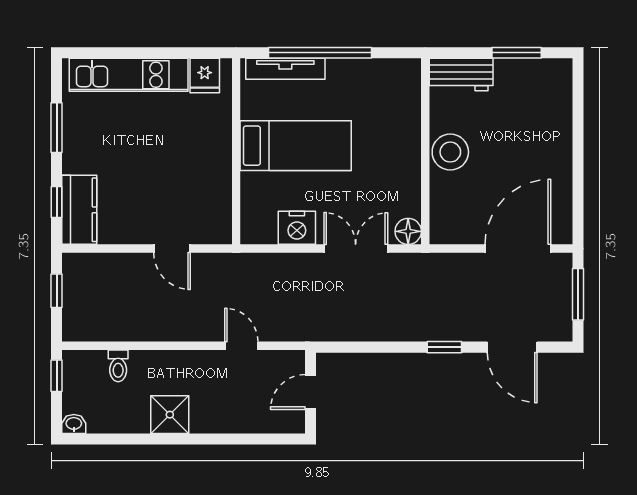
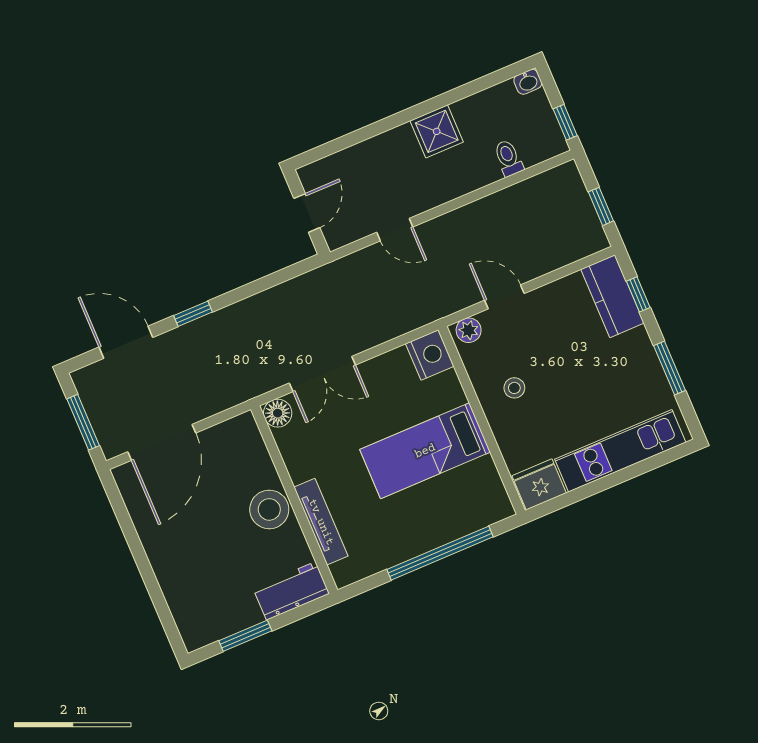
tv unit: (285, 69) -> (321, 522), moved, turned 90
fridge: (205, 75) -> (539, 484), width x1.38
stool: (197, 167) -> (514, 388), added
nightstand: (297, 228) -> (430, 355), moved, turned 90
plant: (215, 233) -> (469, 330), added

